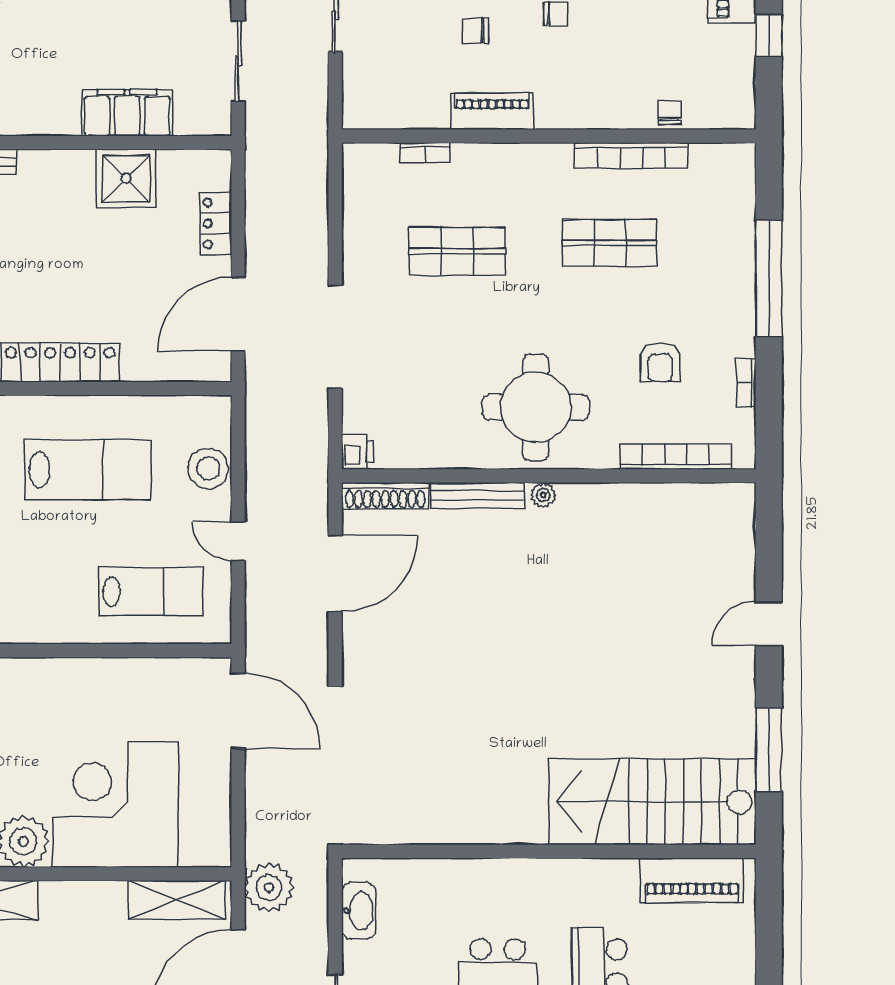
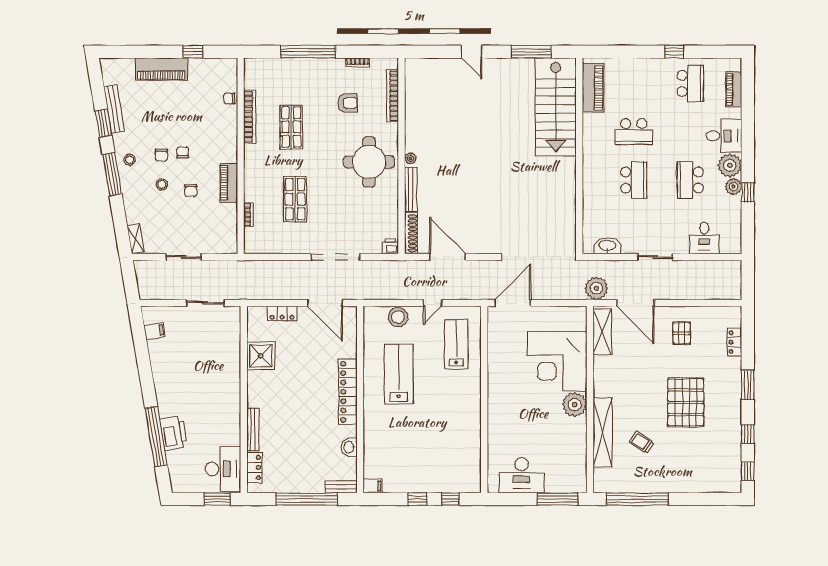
filing cabinet: (127, 113) -> (230, 355), removed

